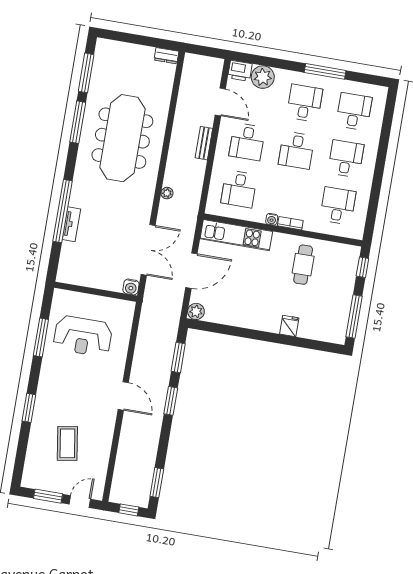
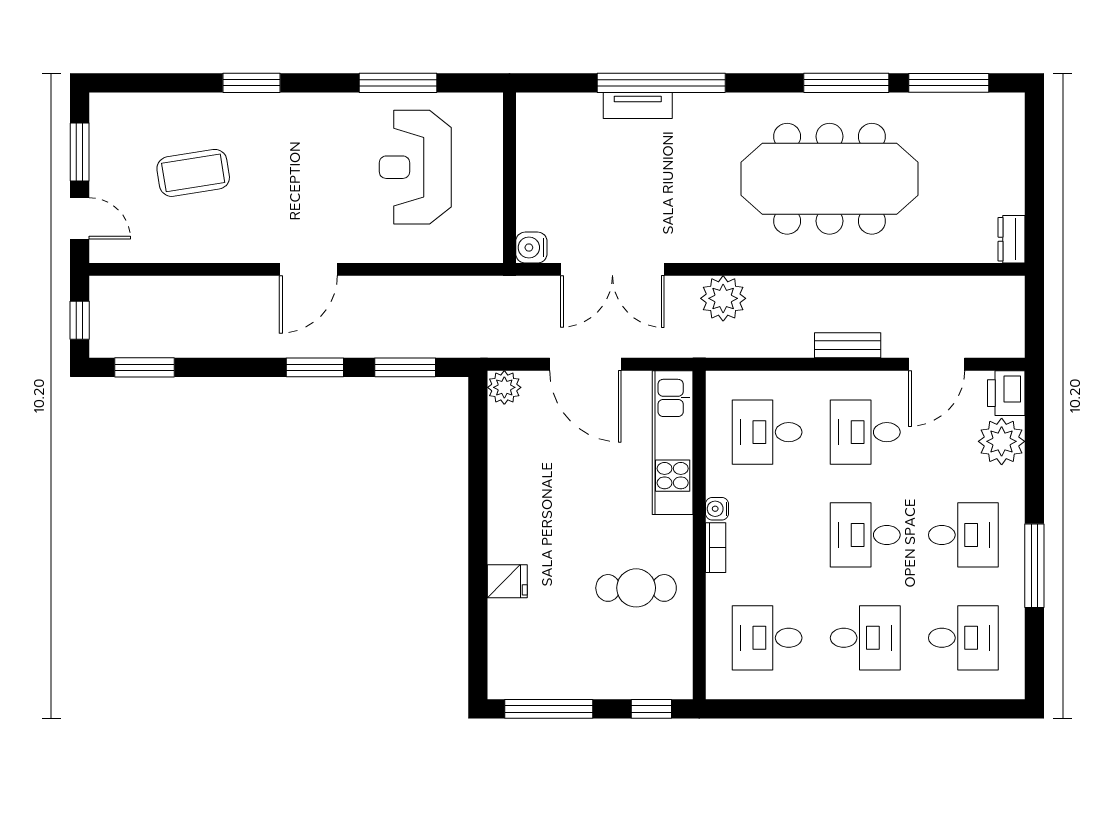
plant: (167, 193) -> (723, 298), width x1.87, depth x1.87
desk: (338, 206) -> (767, 638), turned 180

